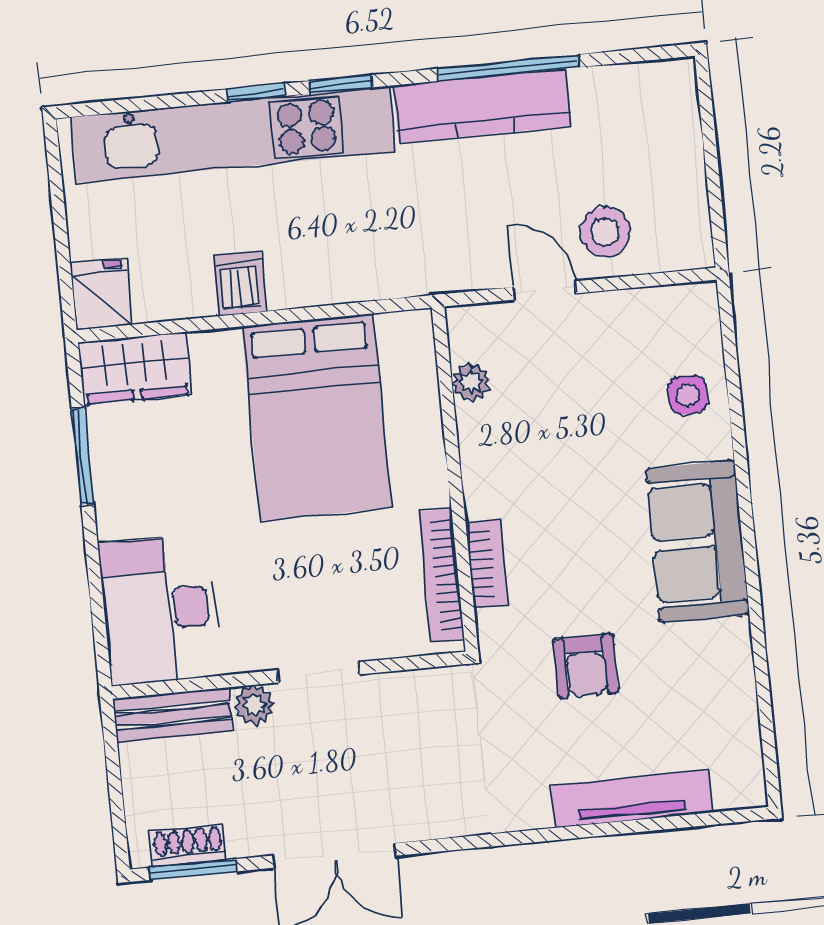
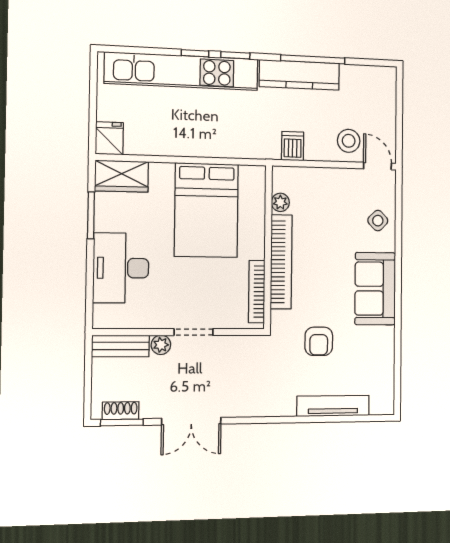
dishwasher: (240, 283) -> (293, 146), moved
door: (544, 290) -> (378, 166), moved
side table: (688, 395) -> (378, 221), turned 45
bookcase: (487, 564) -> (281, 262), width x2.31, depth x1.31
desk: (160, 610) -> (121, 268), moved

